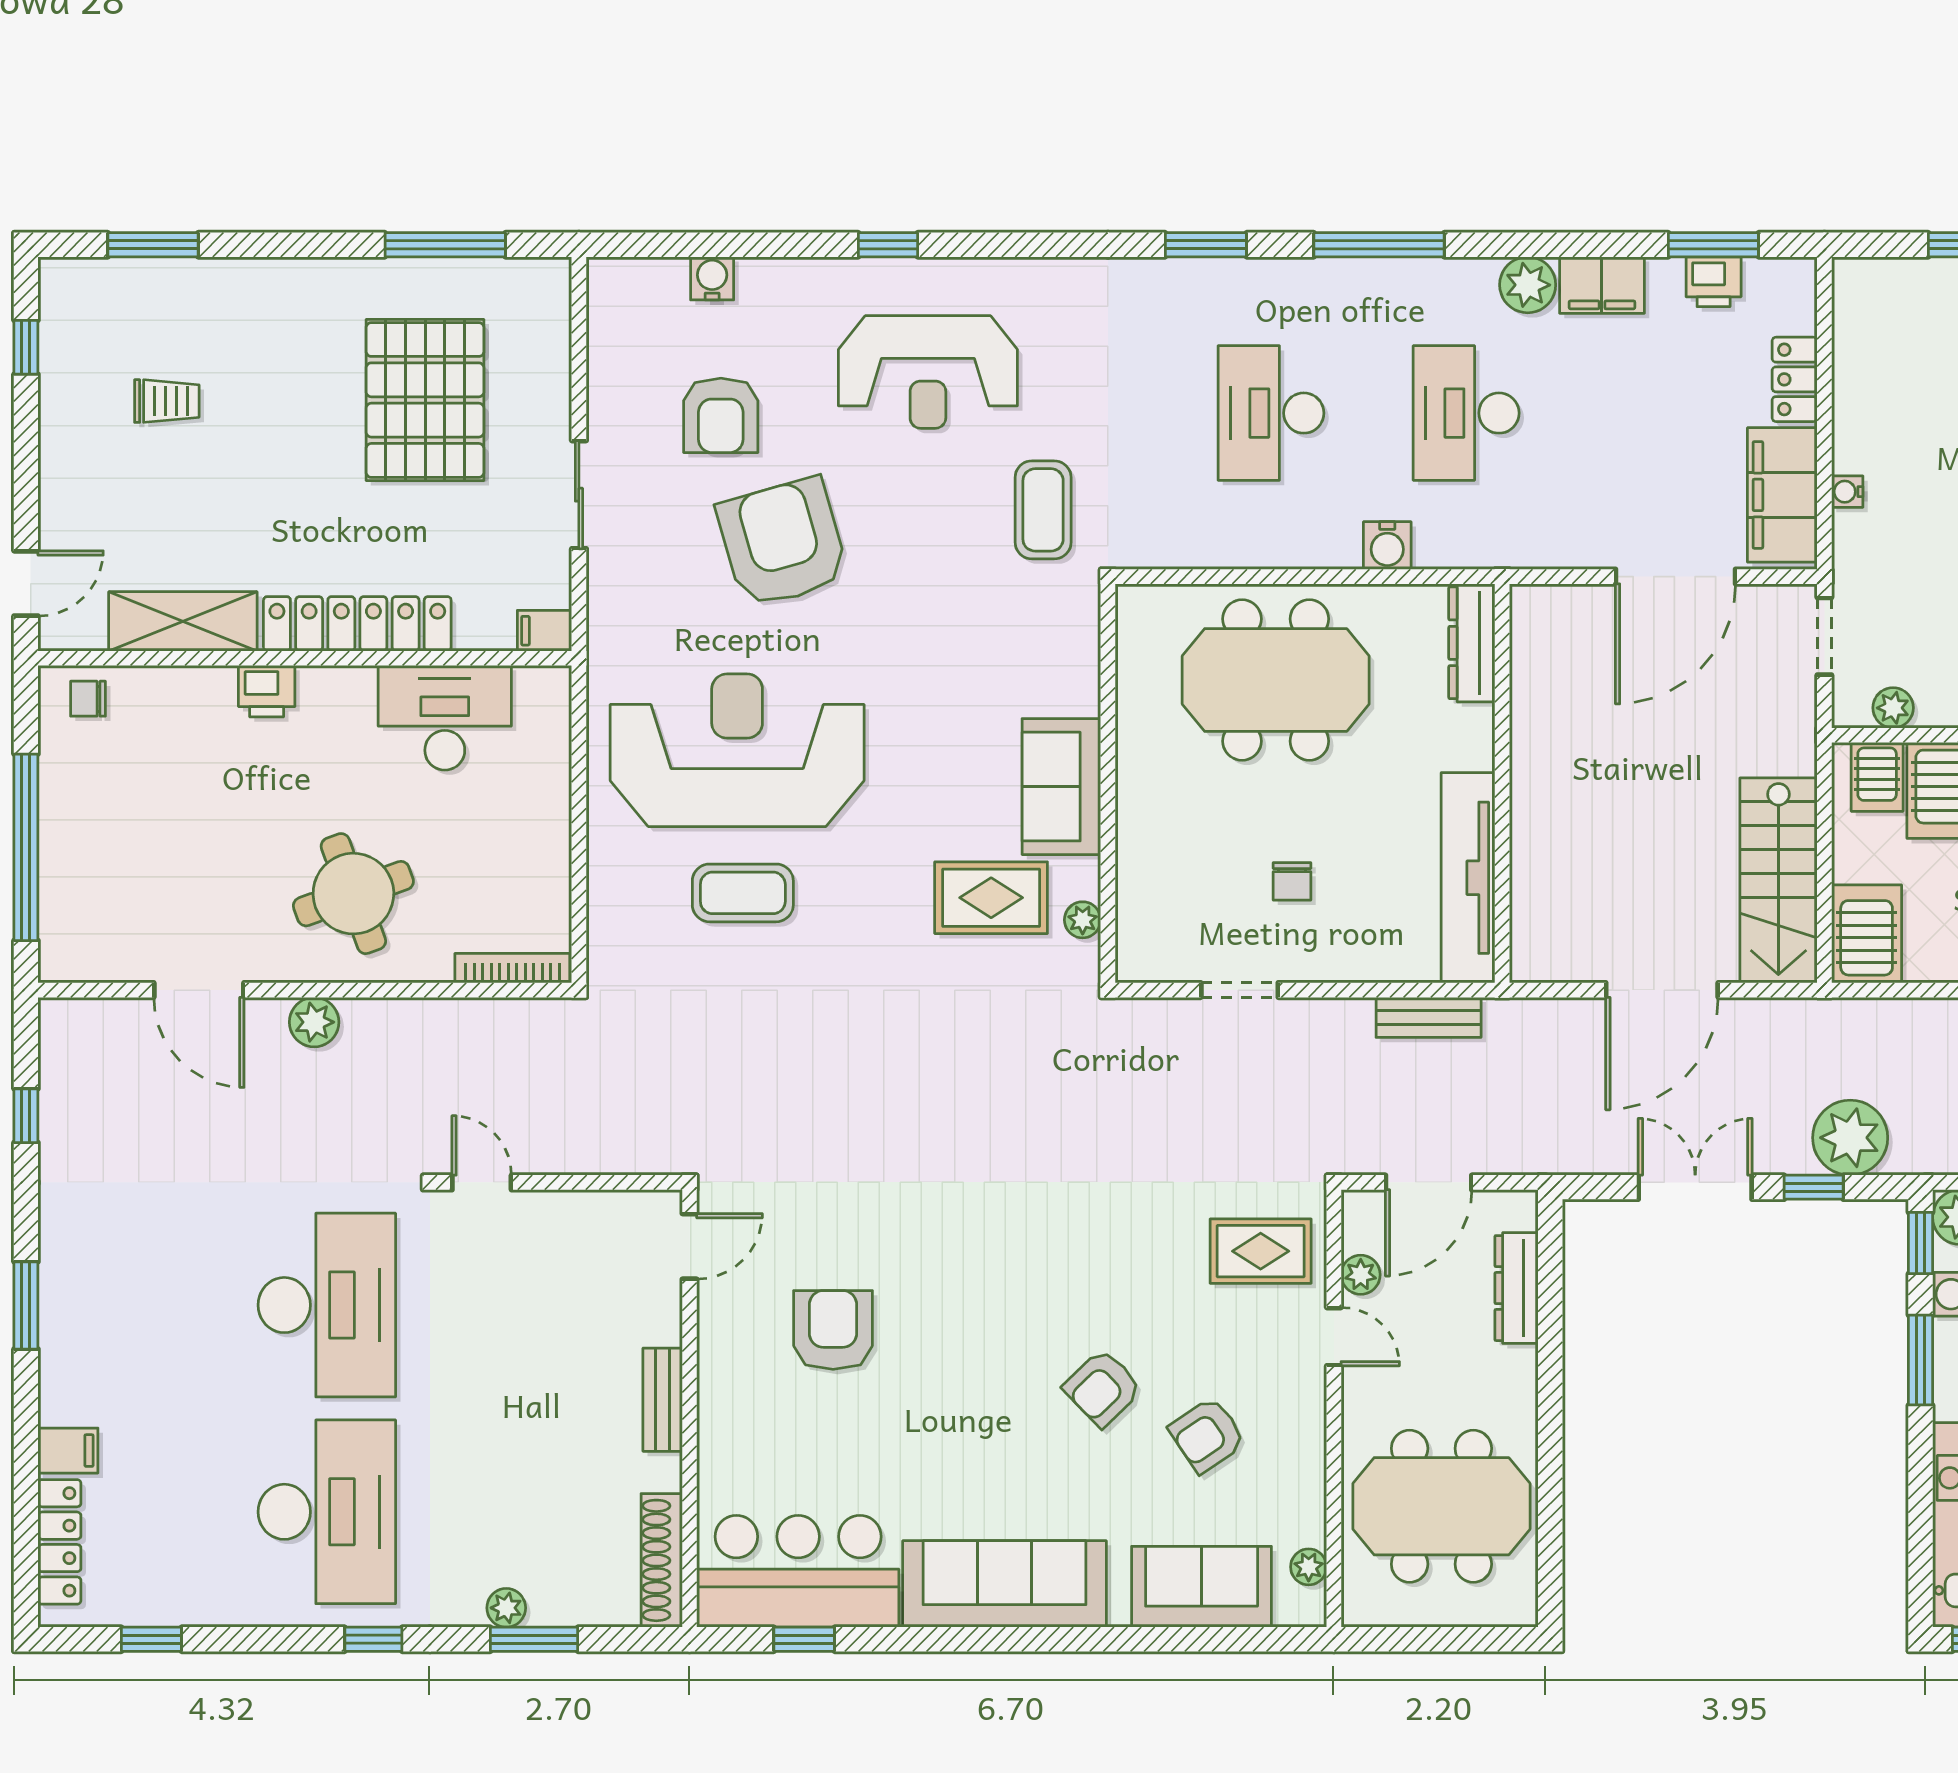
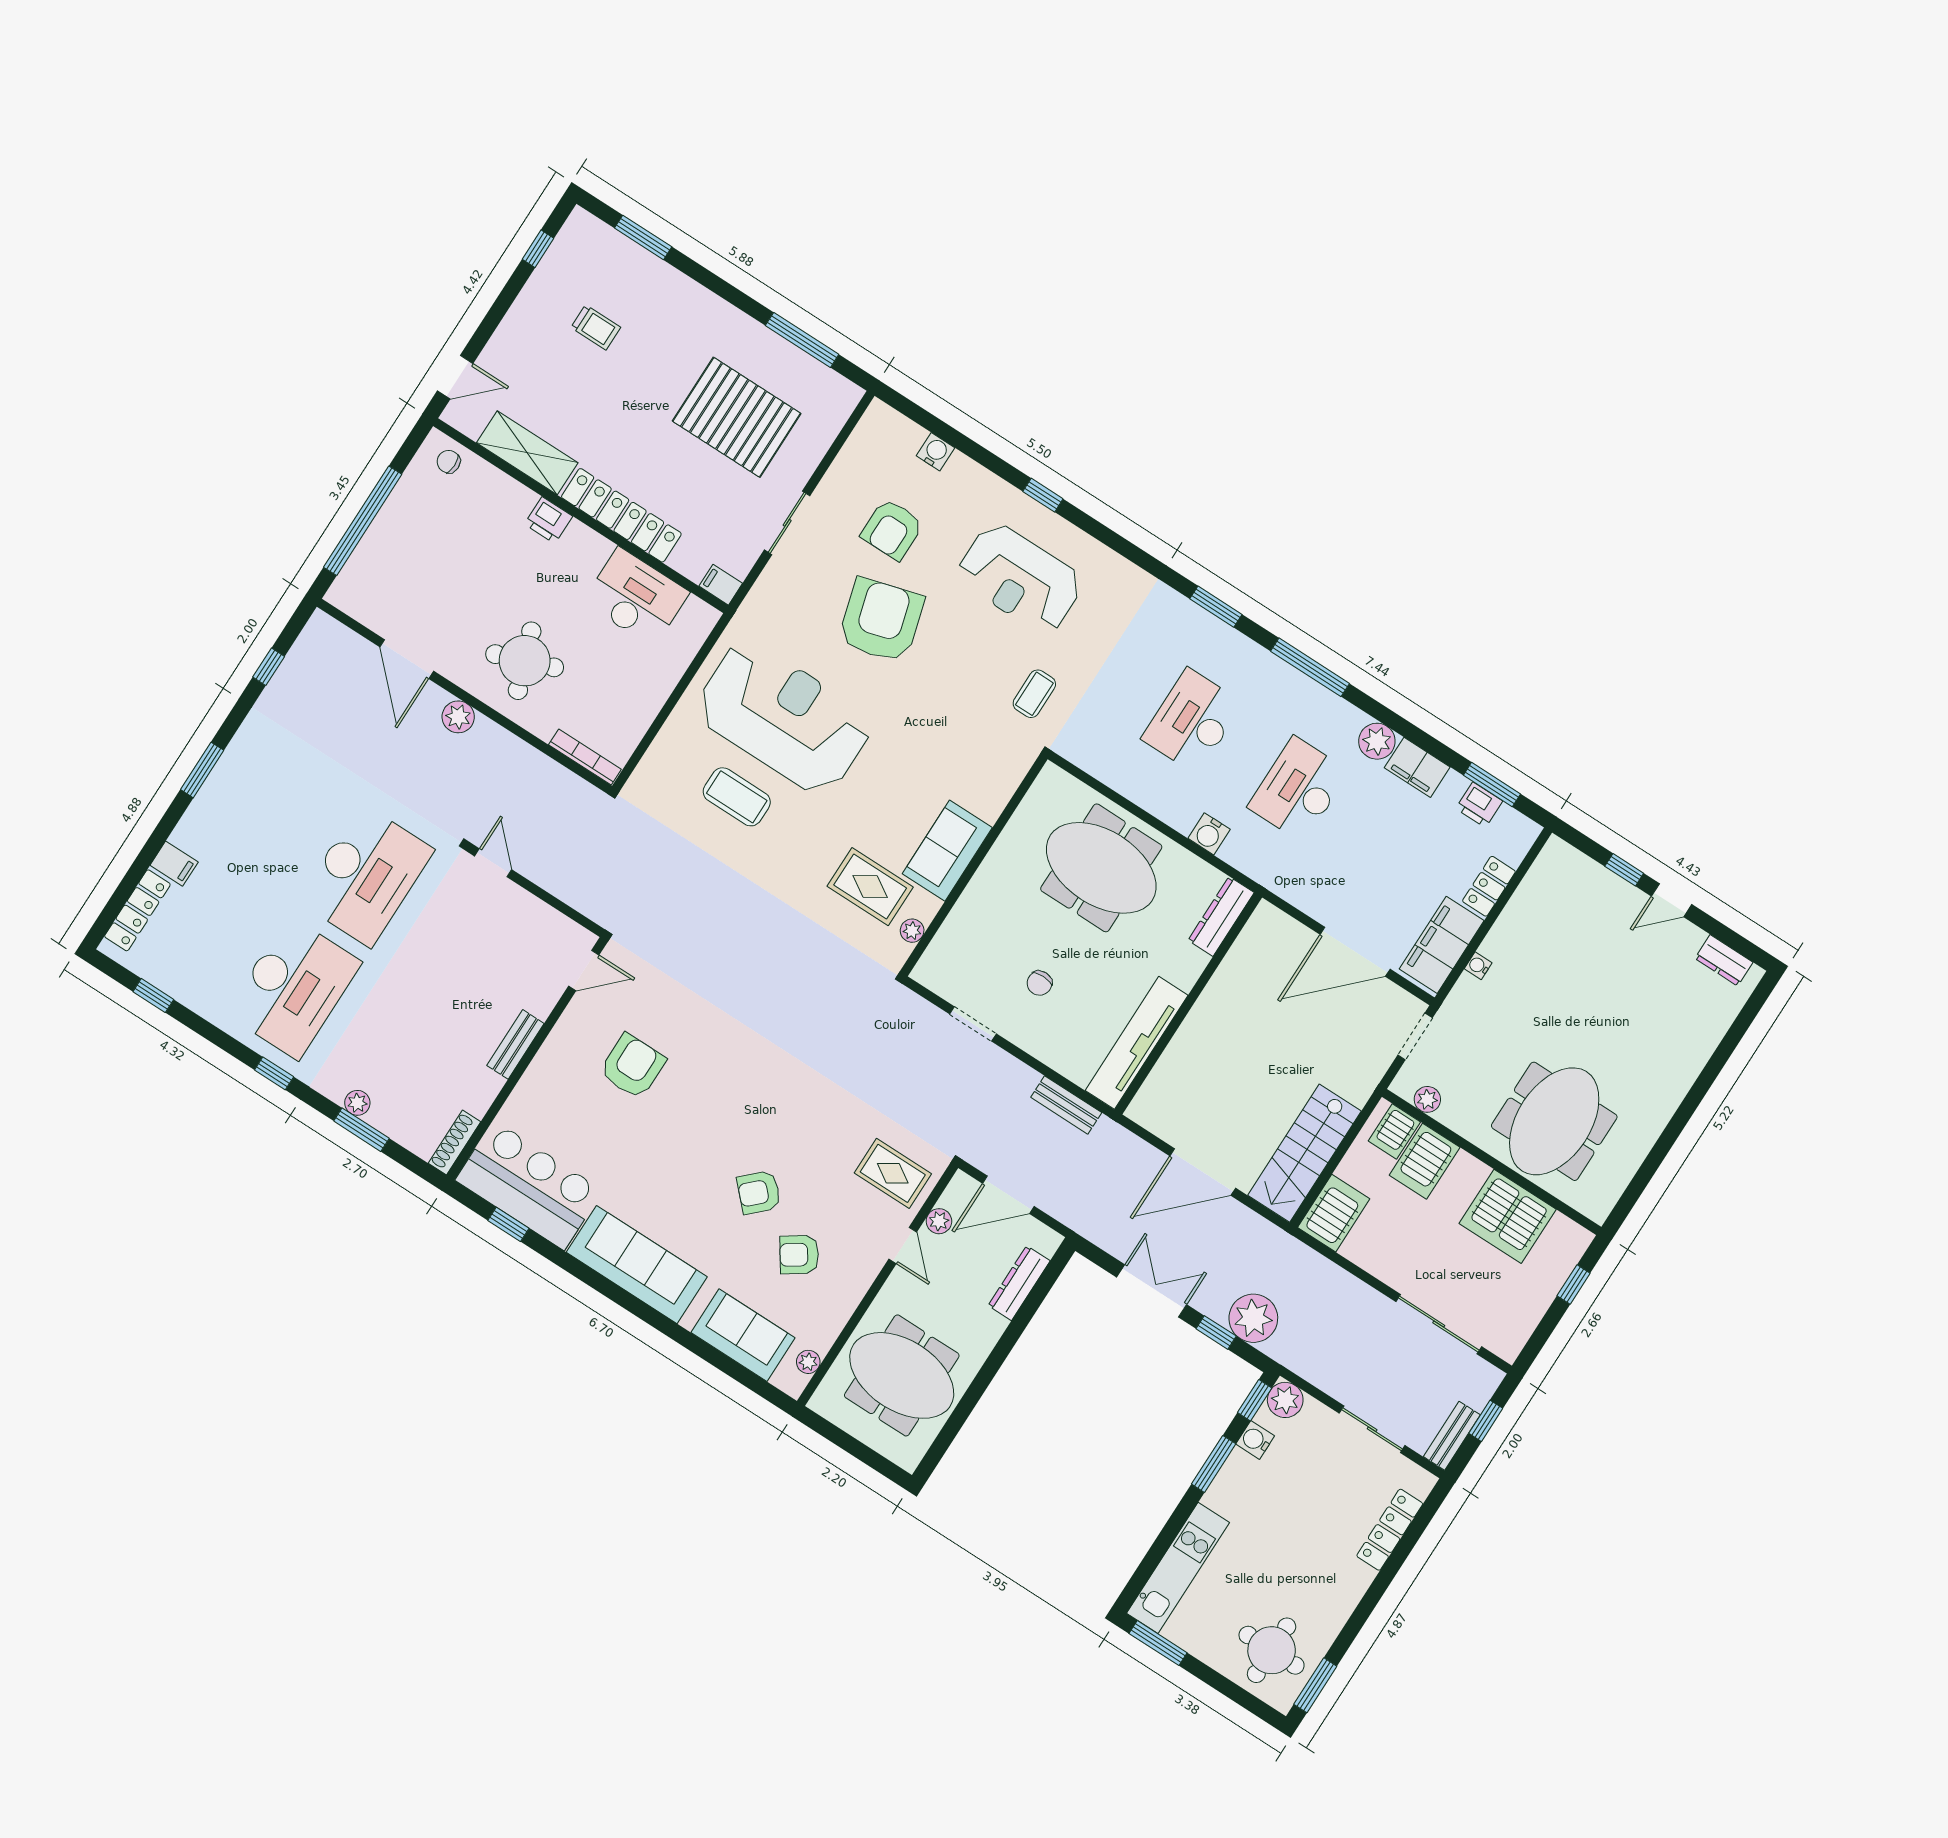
pallet: (425, 400) -> (737, 417), turned 90
coffee table: (1043, 510) -> (1034, 694), width x0.73, depth x0.77
shoe rack: (662, 1560) -> (454, 1143), width x0.74, depth x0.81

